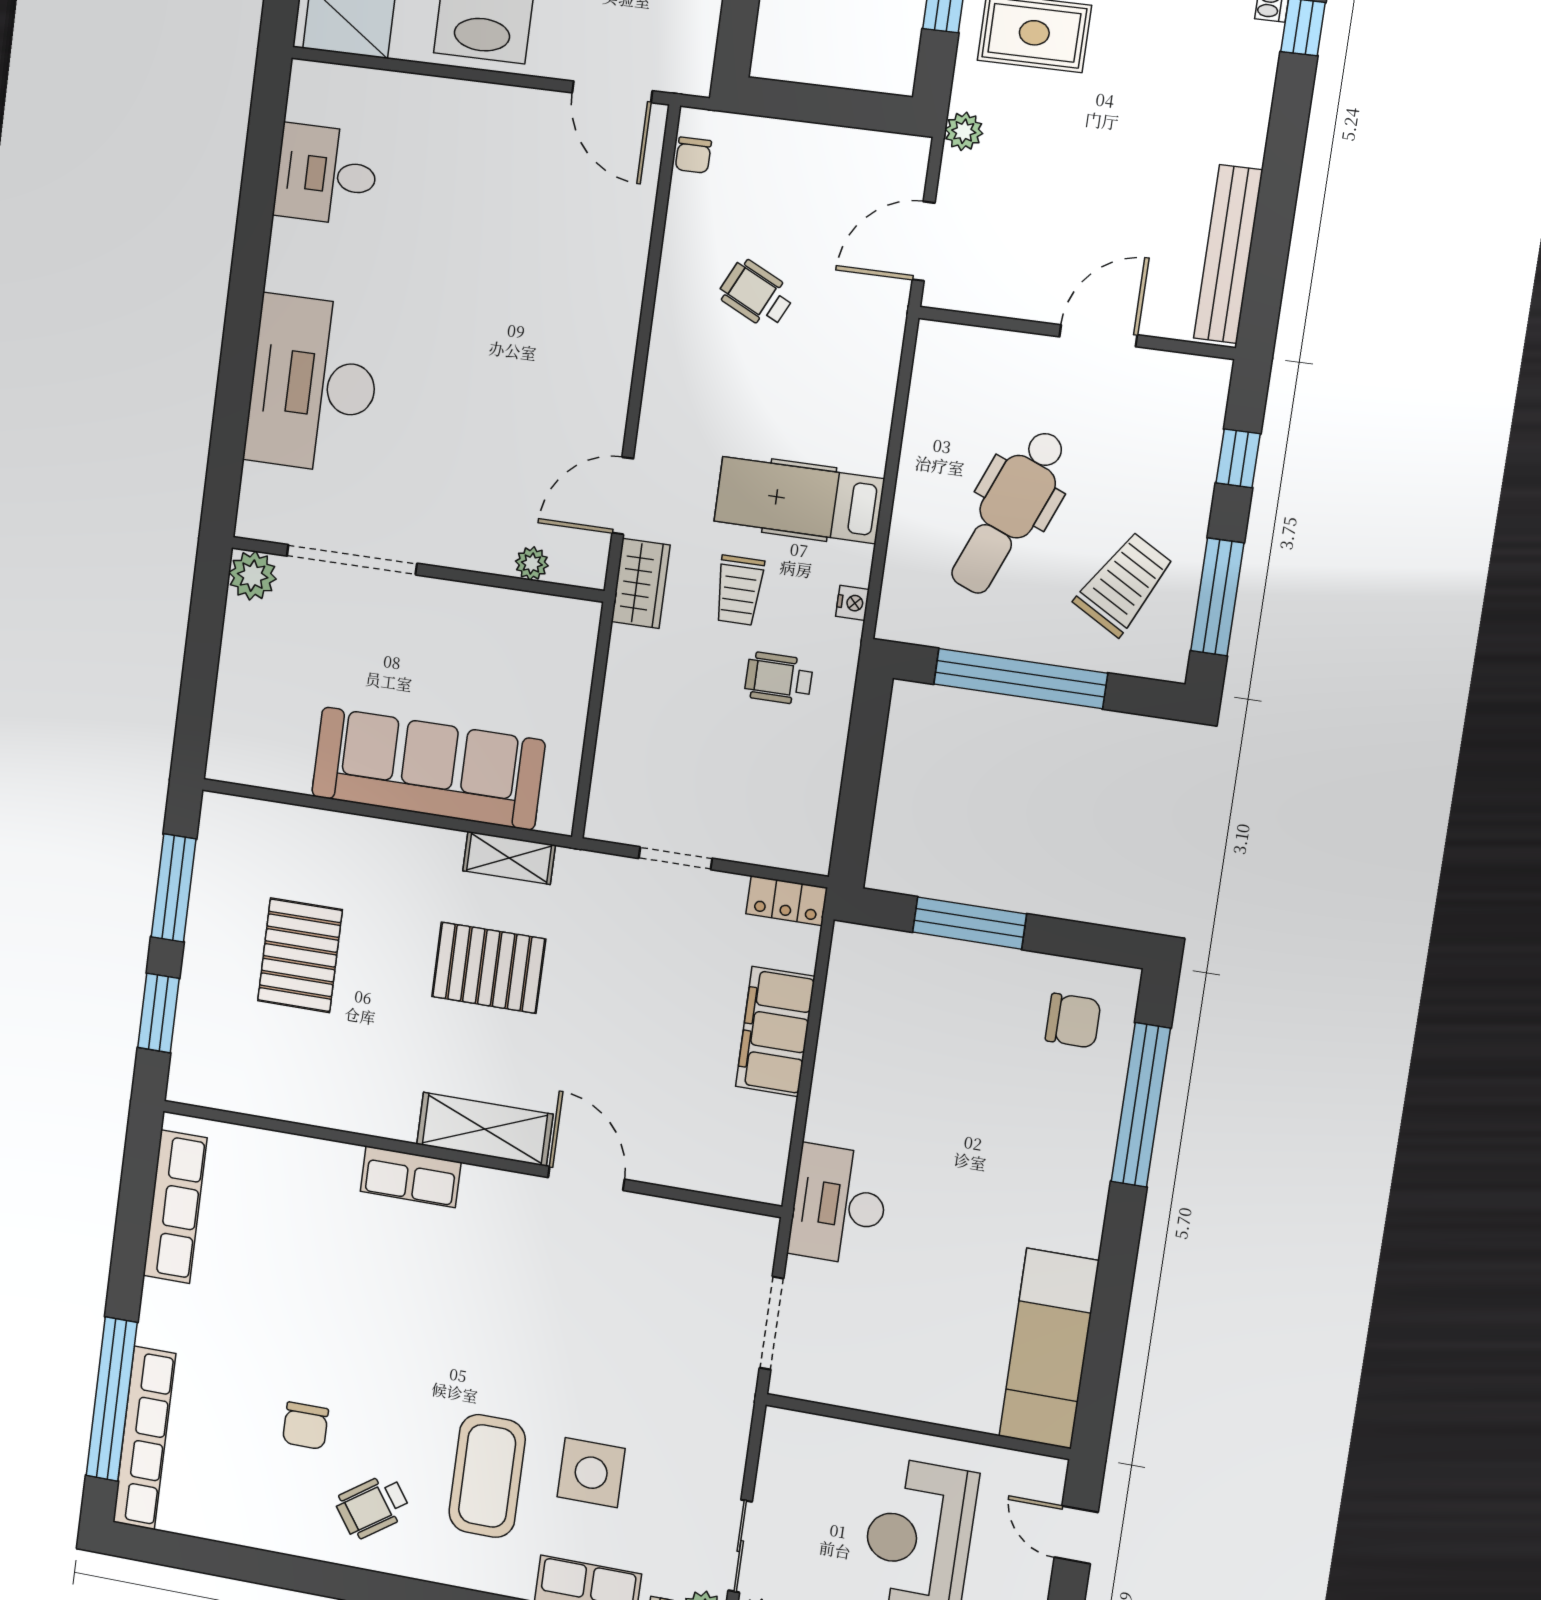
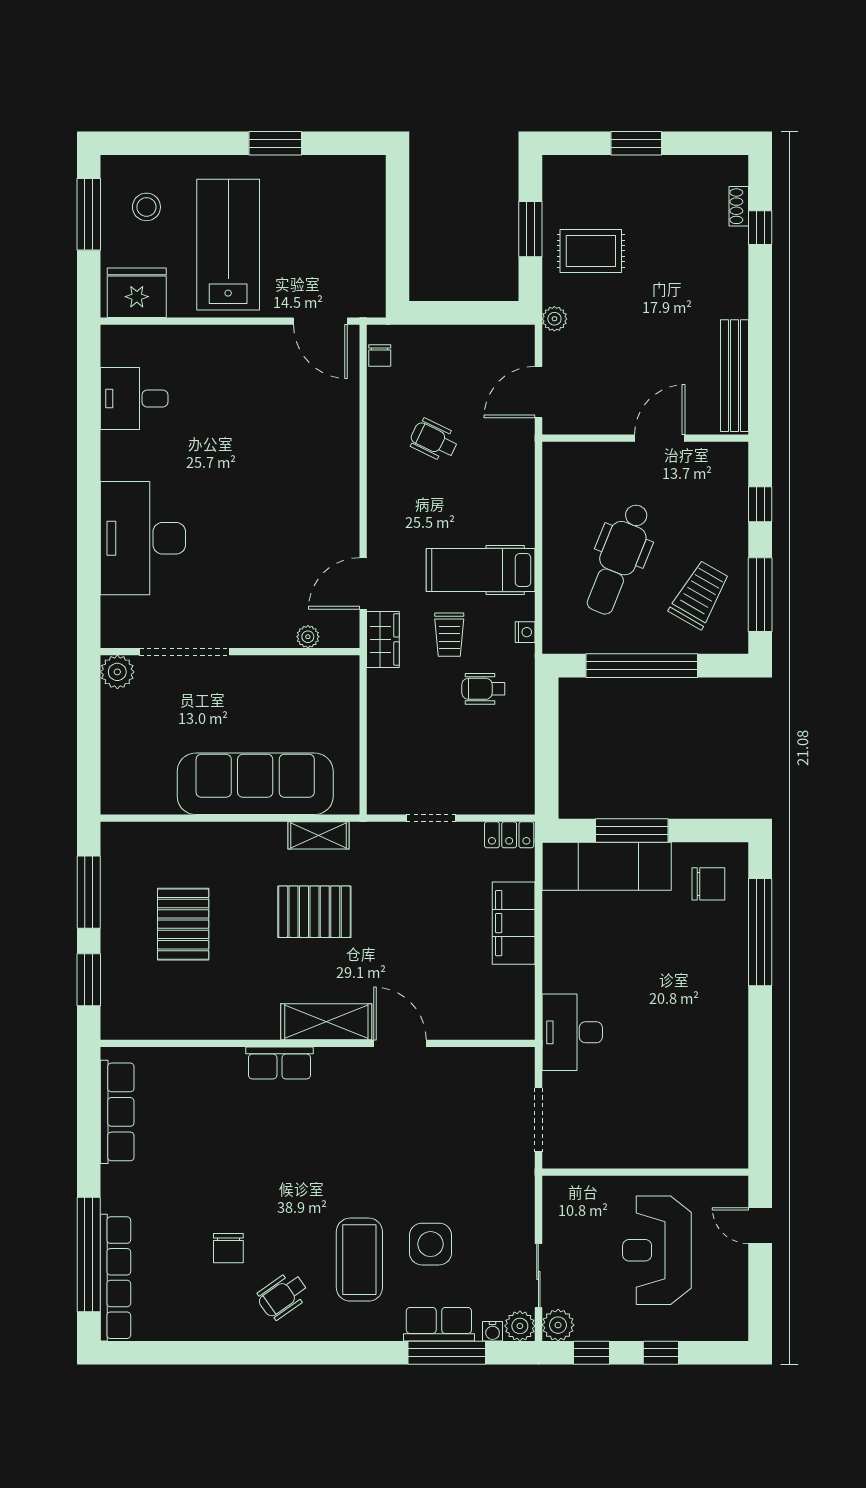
exam couch: (1049, 1349) -> (607, 866), moved, turned -90

